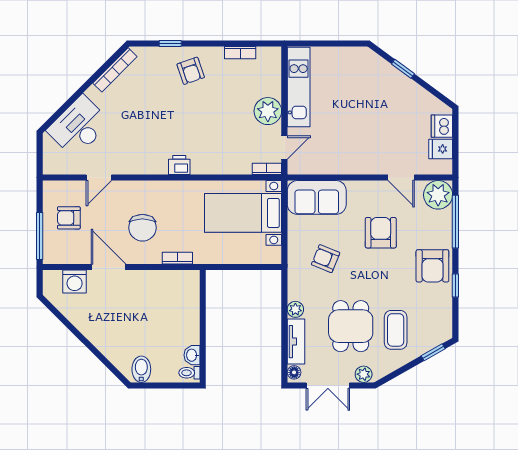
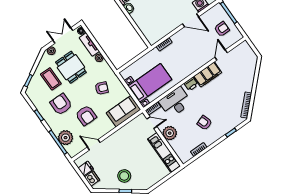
armchair: (191, 71) -> (204, 123), moved
stool: (388, 94) -> (124, 176), added
desk: (79, 126) -> (175, 102), moved, turned -135
door: (284, 147) -> (152, 123), swing flipped
filing cabinet: (142, 162) -> (208, 74), added
plant: (438, 195) -> (66, 138), moved
chair: (142, 228) -> (188, 47), removed
armchair: (432, 266) -> (61, 104), moved

